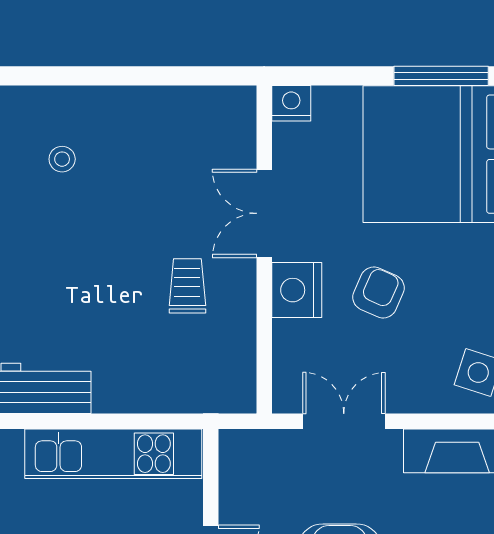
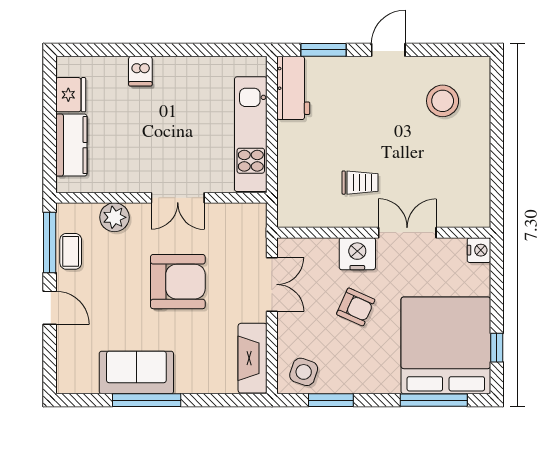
window: (441, 76) -> (497, 348), width x0.46
stool: (62, 159) -> (443, 101), width x1.89, depth x1.89

